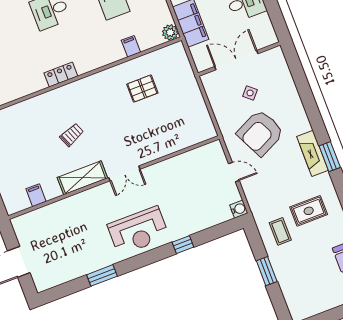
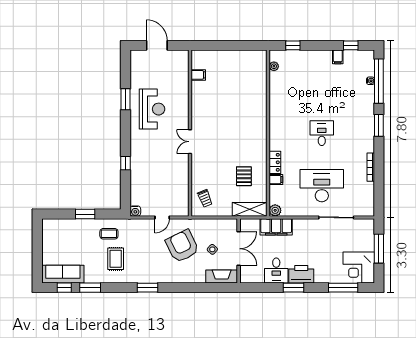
locker: (61, 75) -> (275, 162), moved
trolley: (72, 135) -> (205, 198), moved
fireplace: (312, 153) -> (222, 276), moved
shelving: (82, 178) -> (250, 209), moved, turned 90
reception desk: (138, 231) -> (152, 109), moved, turned 180

